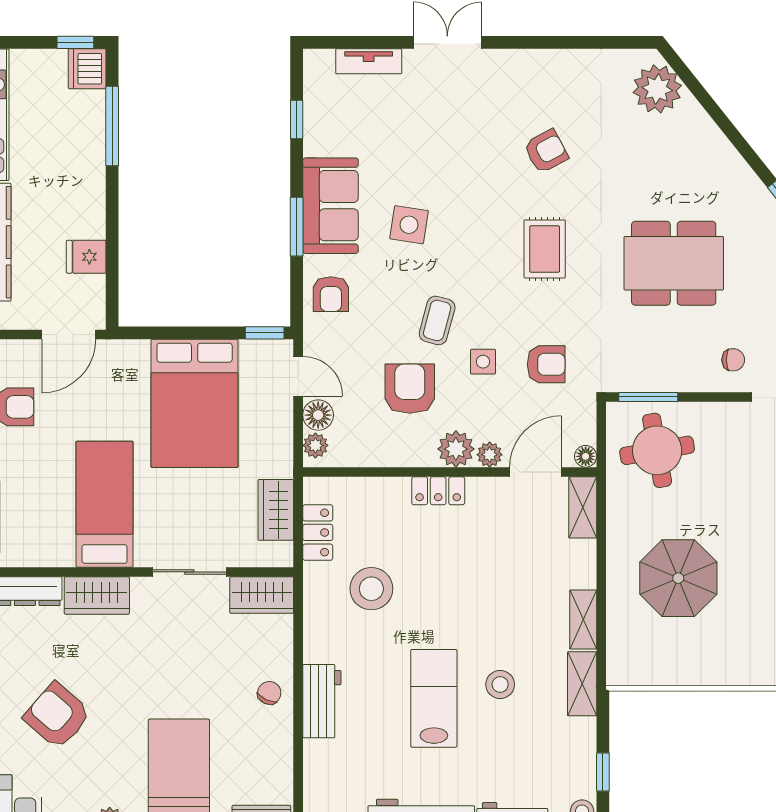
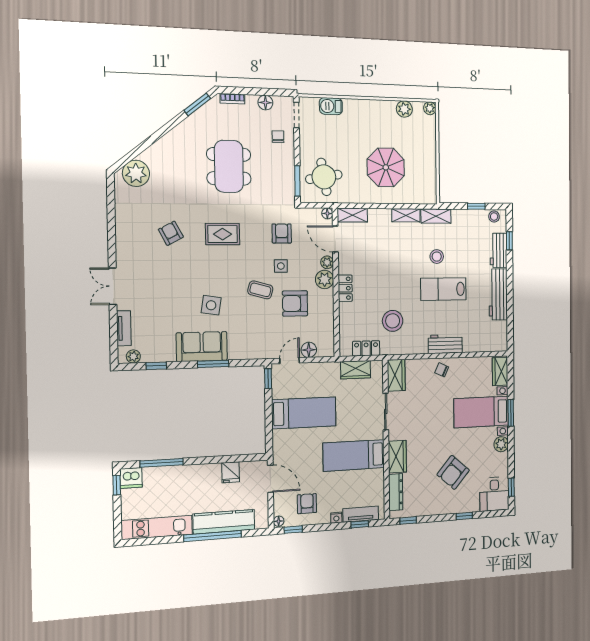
armchair: (331, 294) -> (248, 345), removed
bed: (195, 403) -> (304, 413), width x0.67
plant: (315, 445) -> (133, 356), moved

